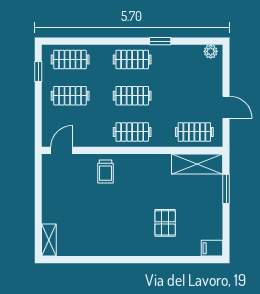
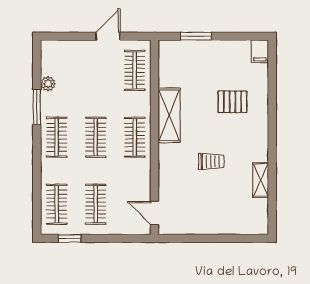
window: (160, 41) -> (37, 107), width x1.50
plant: (211, 51) -> (48, 84), moved
shelving: (197, 164) -> (169, 115), moved
trolley: (105, 171) -> (211, 162), moved
shelving: (49, 240) -> (261, 180), moved, turned 90

